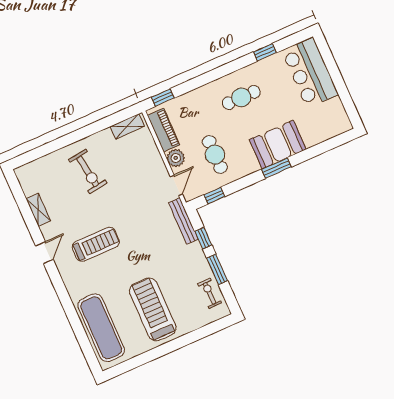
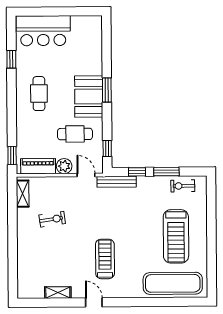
booth: (278, 144) -> (89, 96), moved
exercise bike: (88, 171) -> (52, 219), moved, width x0.73, depth x0.72
treadmill: (153, 309) -> (176, 236), turned -90

